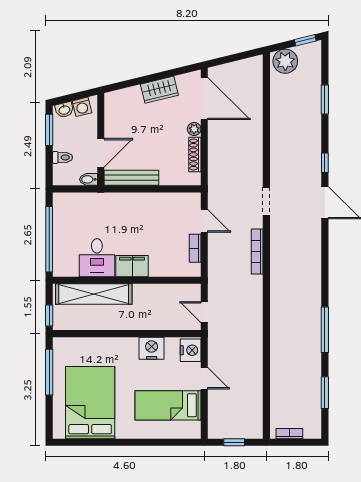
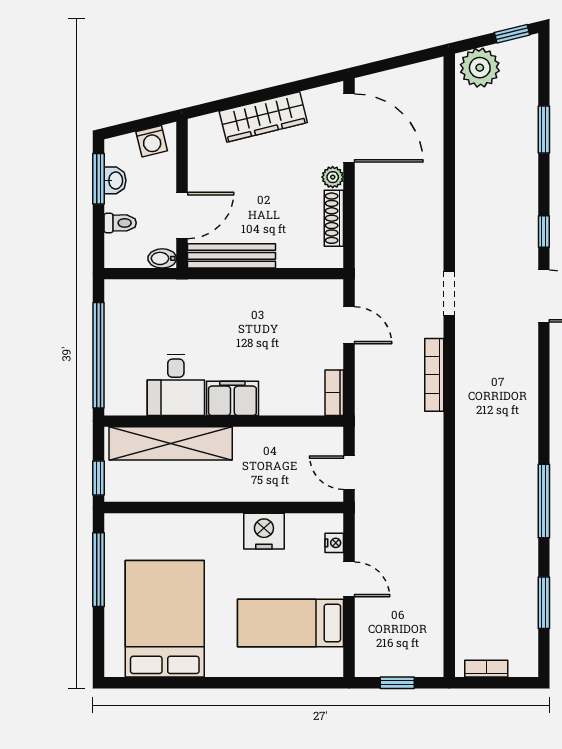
wardrobe: (159, 90) -> (263, 117), width x1.50
washbasin: (64, 110) -> (115, 180), moved, turned -76
bookcase: (195, 248) -> (334, 393), moved
nightstand: (191, 350) -> (334, 543), width x0.53, depth x0.56

